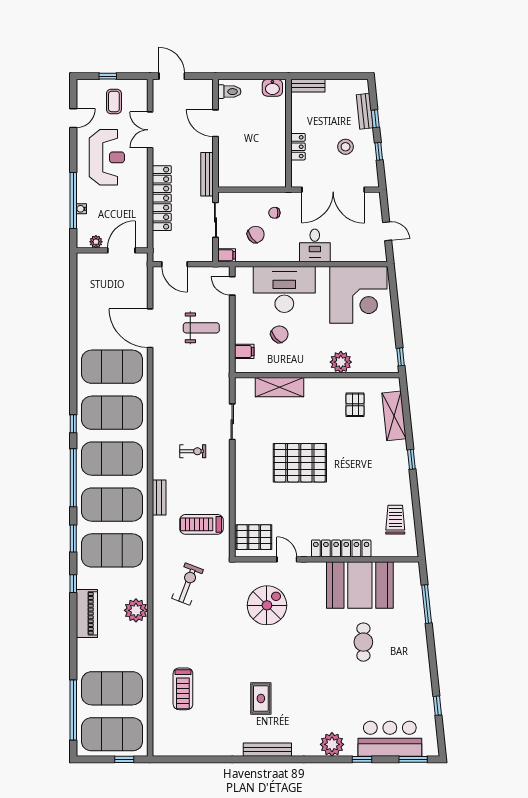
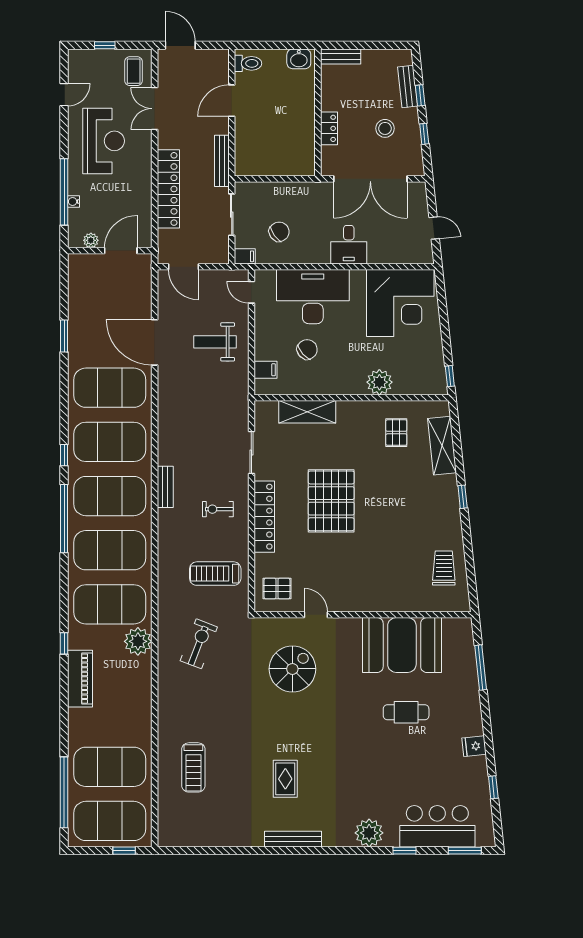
coffee table: (114, 101) -> (134, 71), moved
door: (215, 123) -> (232, 101), hinge flipped
chair: (274, 213) -> (301, 206), removed
weight bench: (201, 328) -> (215, 342), turned 180
exercise bike: (193, 451) -> (218, 509), moved, turned 180
pallet: (300, 463) -> (331, 501), turned 90
bench: (159, 497) -> (165, 487), moved
pallet: (254, 537) -> (277, 589), width x0.67, depth x0.71
window: (73, 538) -> (64, 336), moved
locker: (341, 548) -> (264, 517), moved, turned 90
plant: (136, 610) -> (138, 641), moved
cafe table: (363, 642) -> (406, 712), turned 90
fridge: (421, 671) -> (474, 746), added

